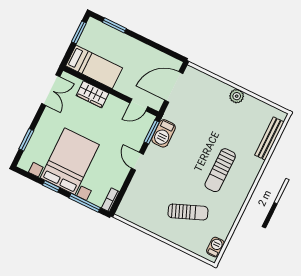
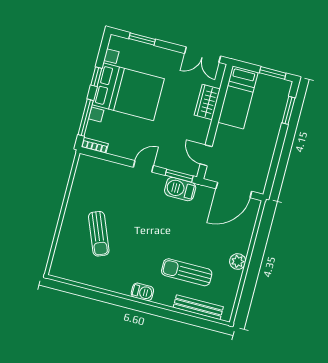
door: (174, 87) -> (234, 190), swing flipped
sun lounger: (220, 170) -> (187, 272), moved
barbecue: (215, 247) -> (142, 292), moved

